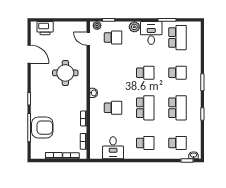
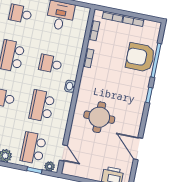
school desk: (113, 38) -> (33, 148), width x1.85
school desk: (113, 73) -> (42, 106), added

